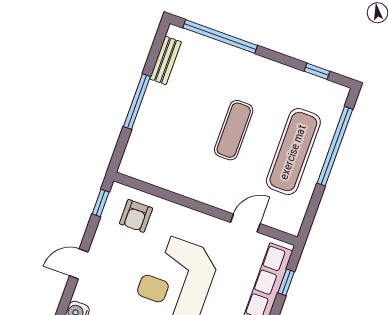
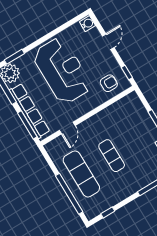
armchair: (136, 216) -> (109, 83), turned 90
window: (286, 282) -> (27, 125), width x2.17

